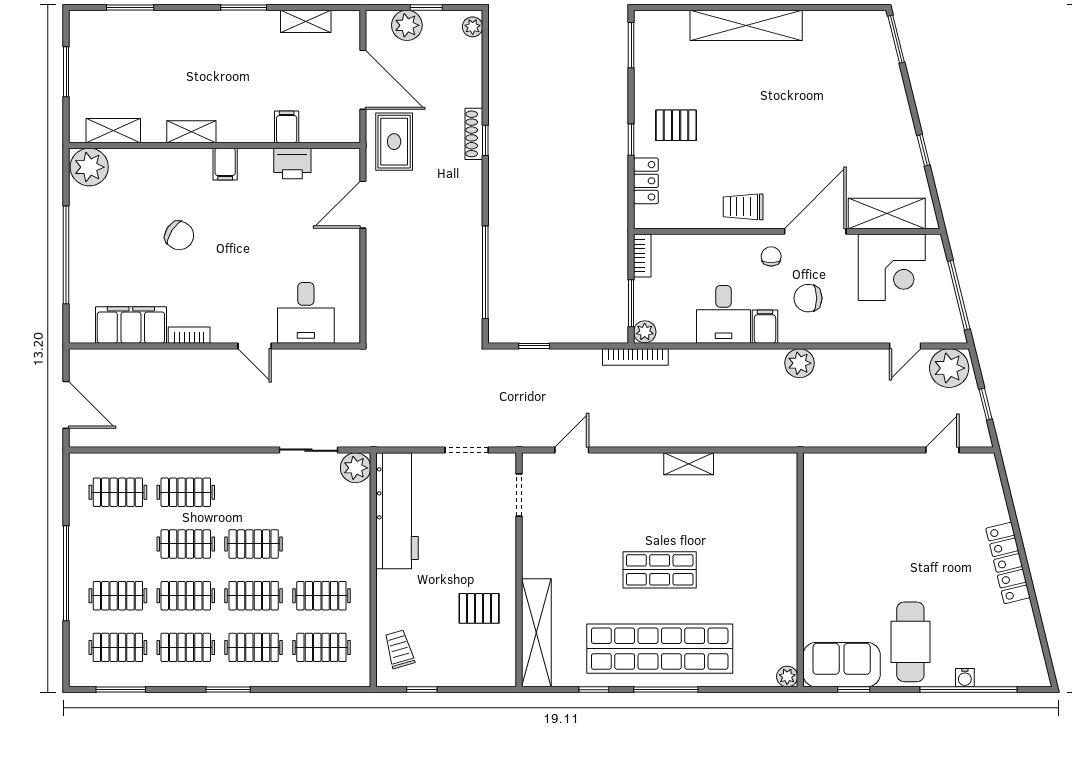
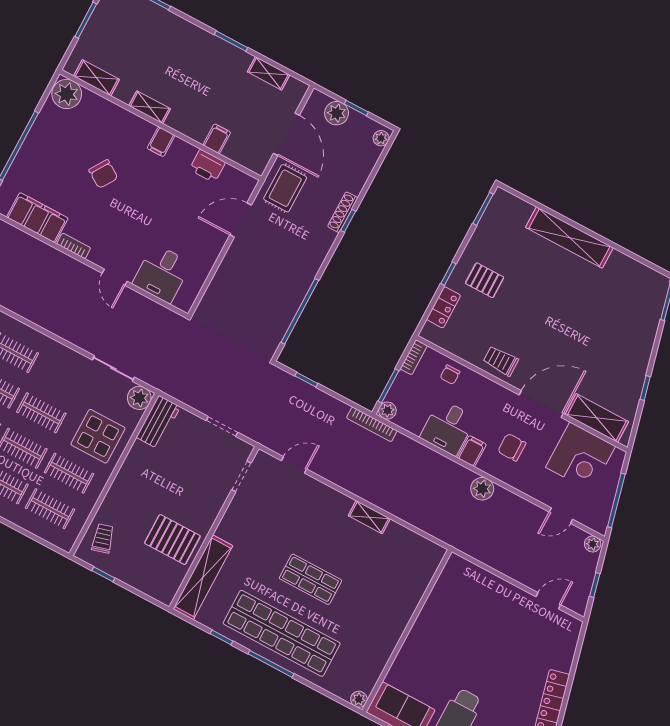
chair: (771, 256) -> (450, 375), moved, turned 180
plant: (949, 368) -> (593, 544), width x0.53, depth x0.53
workbench: (397, 511) -> (158, 422), width x0.53, depth x0.76
display table: (332, 536) -> (98, 436), added
pallet: (479, 608) -> (172, 540), width x1.50, depth x1.42

